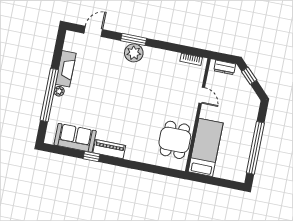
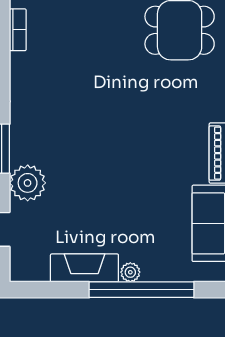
plant: (134, 53) -> (28, 183), moved

